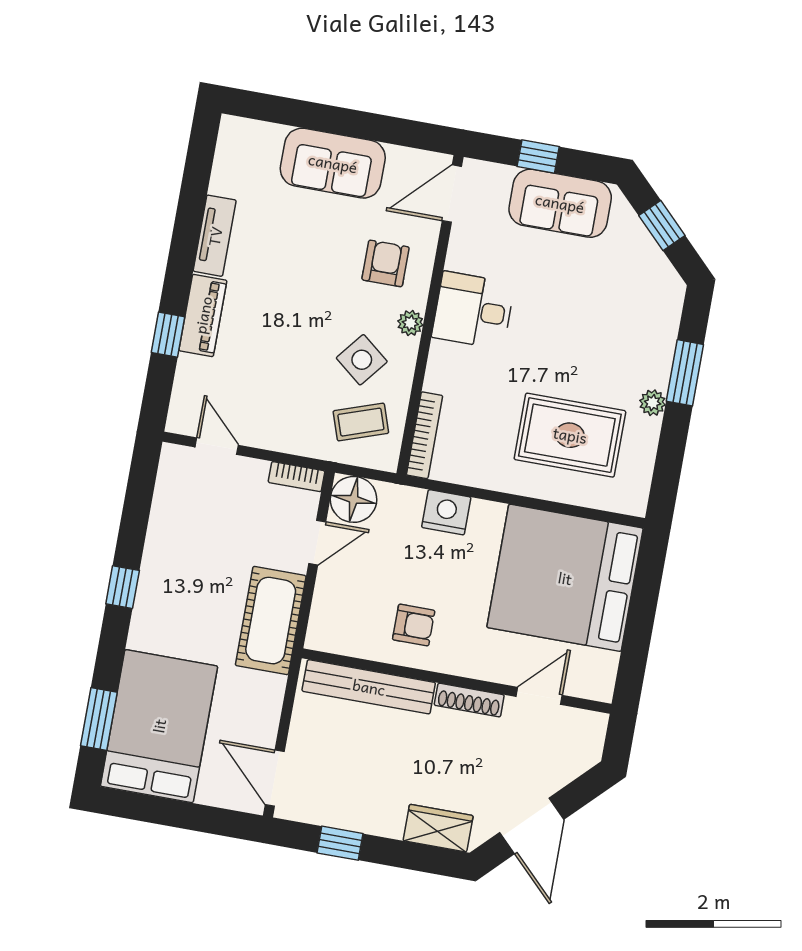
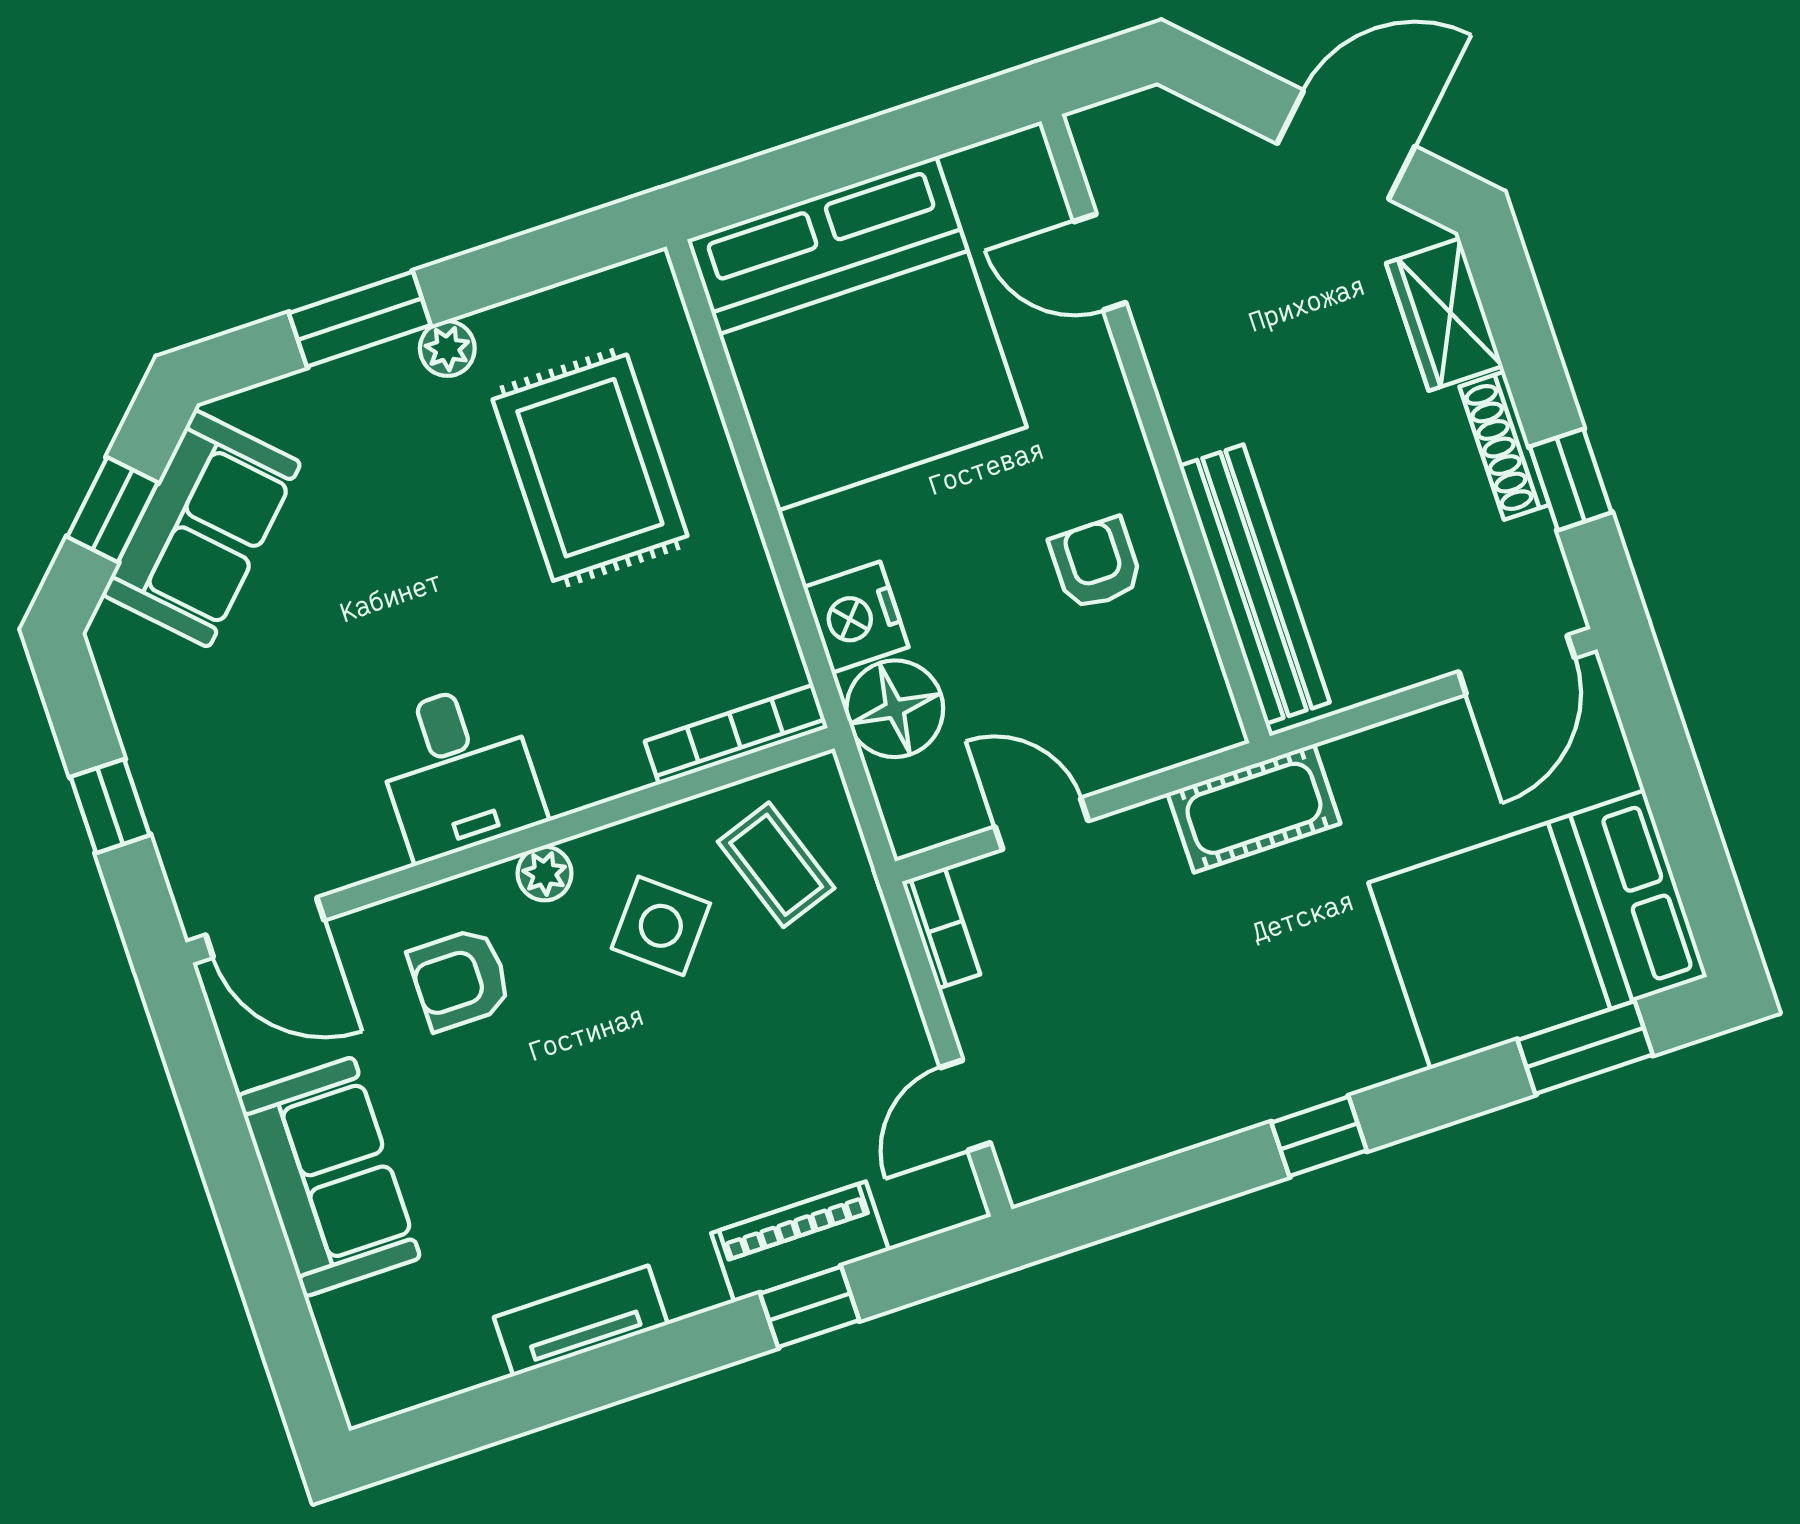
sofa: (560, 203) -> (202, 529), moved, turned 45
piano: (203, 315) -> (800, 1242), moved
floor lamp: (354, 499) -> (895, 709), moved
cot: (271, 621) -> (1254, 808), width x0.73, depth x0.75
shoe rack: (469, 700) -> (1504, 446), moved, turned 180

